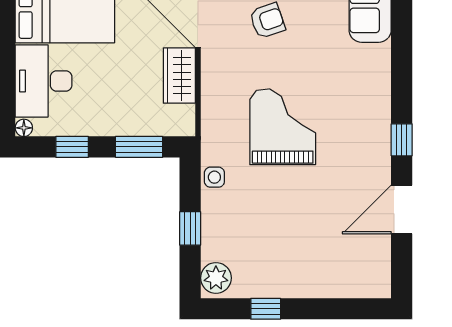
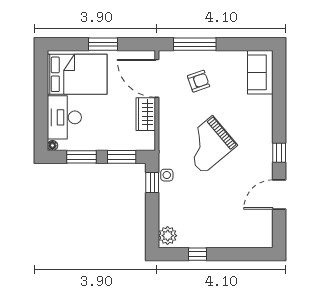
grand piano: (283, 127) -> (208, 145), turned -130
window: (72, 147) -> (81, 157), width x1.50
window: (190, 228) -> (152, 183), moved

